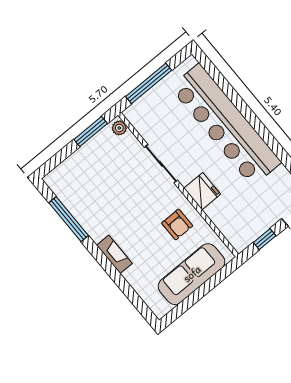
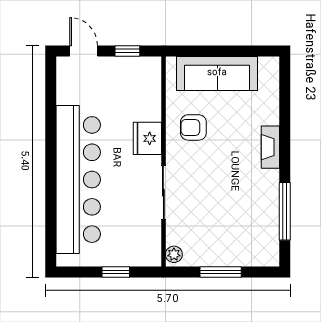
window: (149, 83) -> (116, 272), width x0.46
window: (91, 132) -> (221, 272), moved
armchair: (177, 224) -> (193, 127), turned -90

